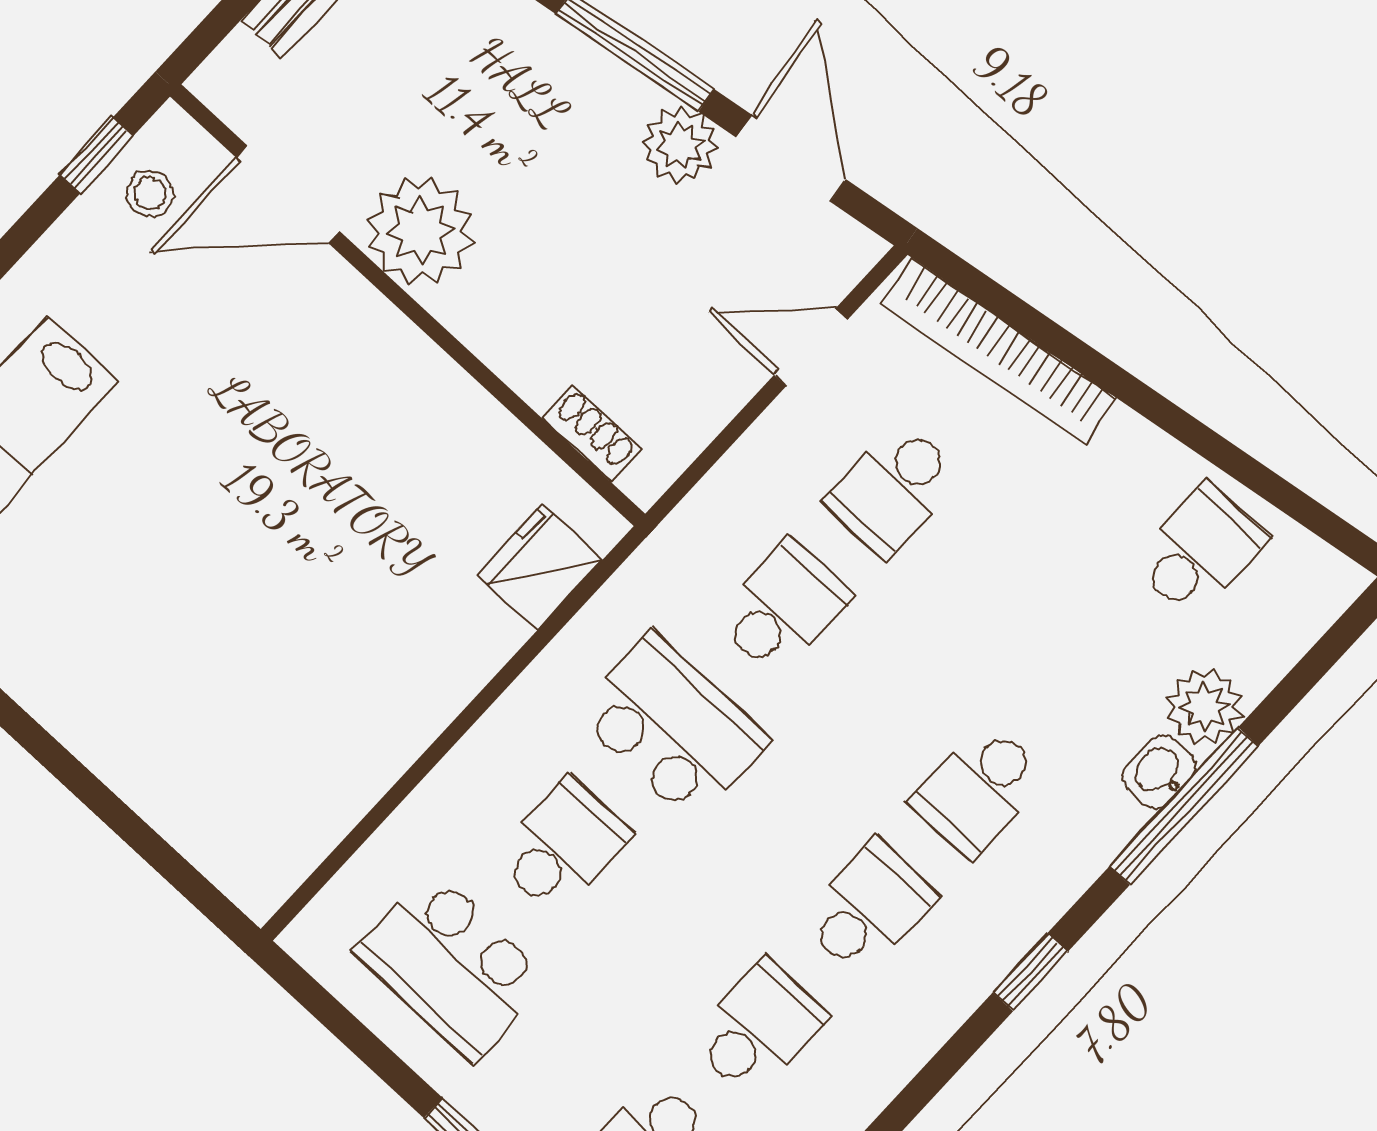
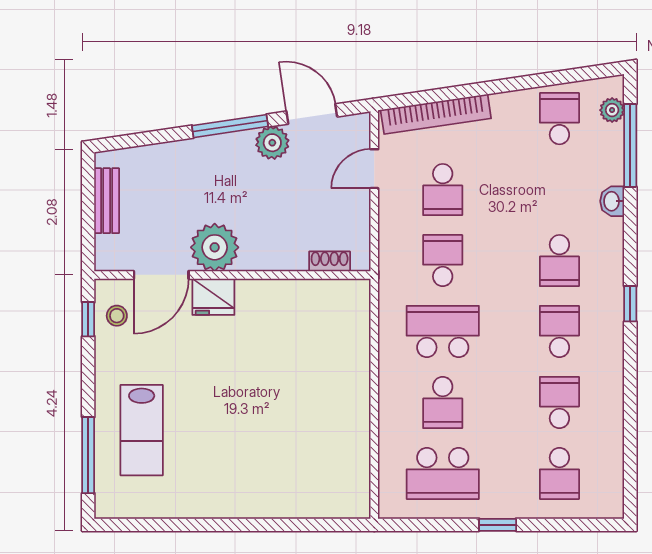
fridge: (539, 567) -> (213, 297), moved, turned -90
plant: (1204, 707) -> (612, 110), moved, width x0.73, depth x0.73
window: (1184, 806) -> (630, 145), moved
school desk: (562, 846) -> (443, 402), turned 180

